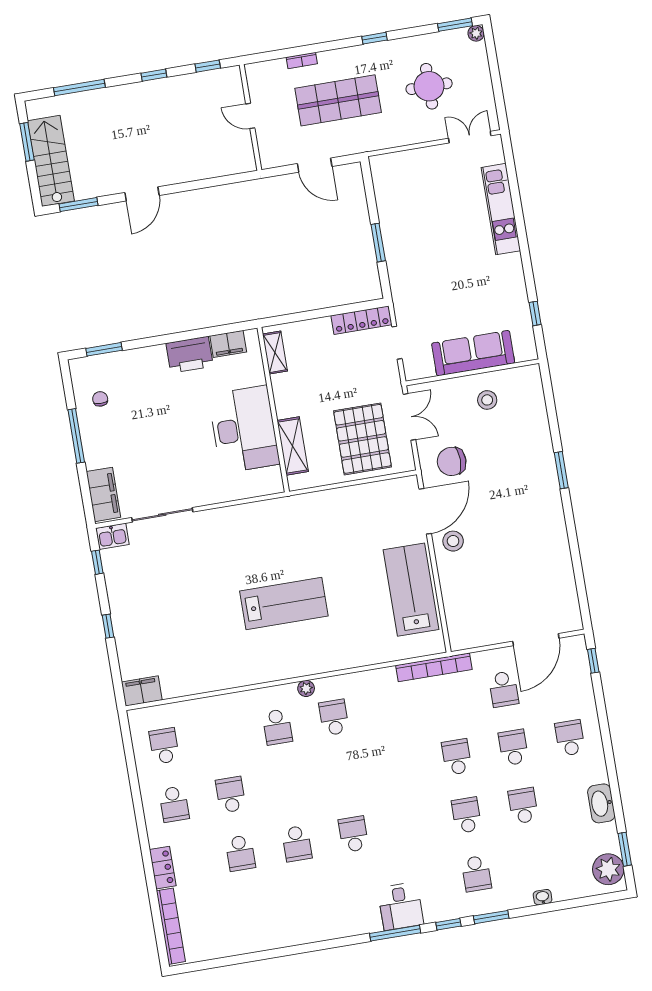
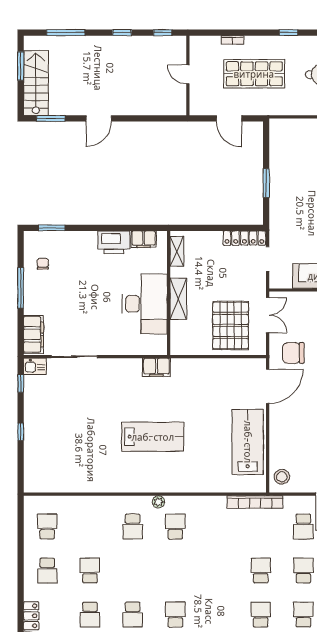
shelving: (293, 446) -> (178, 299), moved
stool: (453, 541) -> (282, 477), moved
filing cabinet: (142, 691) -> (156, 367), moved, turned 180

